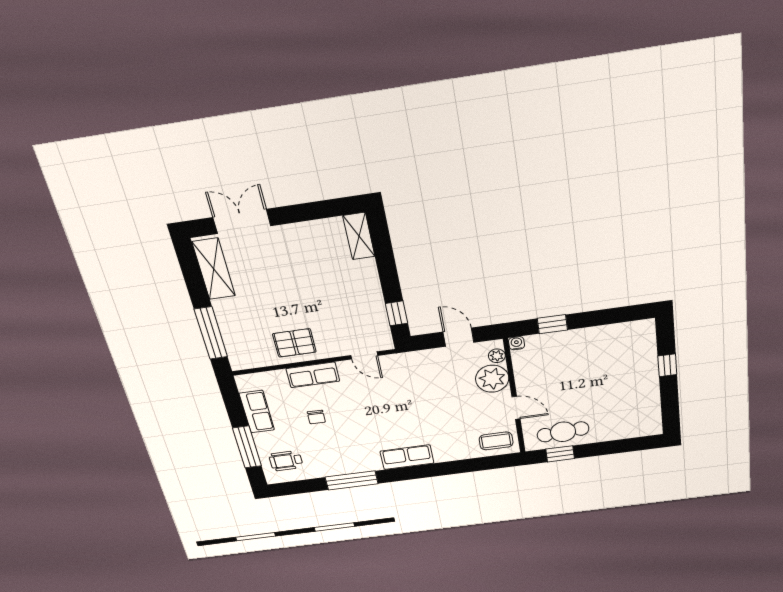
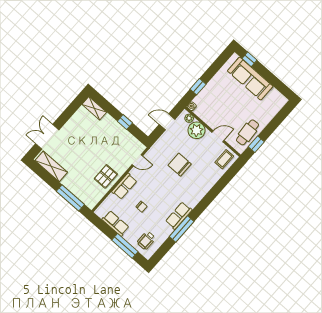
window: (396, 313) -> (125, 122), moved
window: (667, 365) -> (249, 59), moved
sofa: (639, 369) -> (250, 79), added
chair: (424, 404) -> (180, 165), added
row of seats: (407, 457) -> (179, 216), moved

